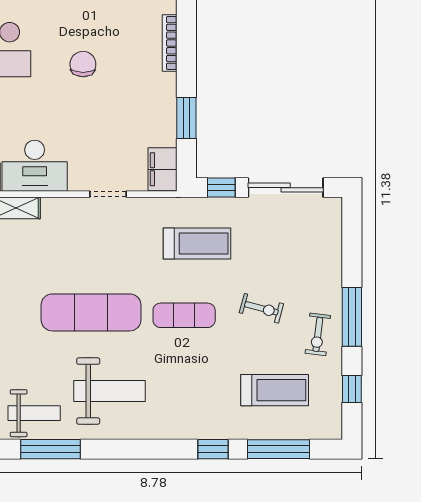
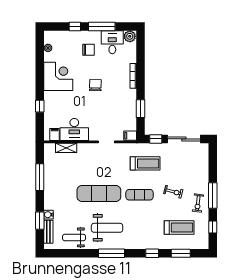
filing cabinet: (163, 169) -> (130, 136), width x0.50
weight bench: (34, 413) -> (74, 237), turned 180
window: (50, 449) -> (112, 253), moved
window: (278, 449) -> (181, 253), width x0.69

